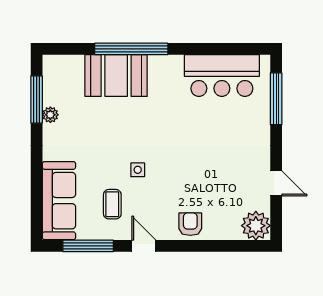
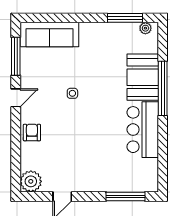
bar counter: (222, 76) -> (143, 130), moved
plant: (50, 115) -> (145, 28), moved
coffee table: (112, 204) -> (47, 74), removed
armchair: (190, 224) -> (32, 133), turned -90

